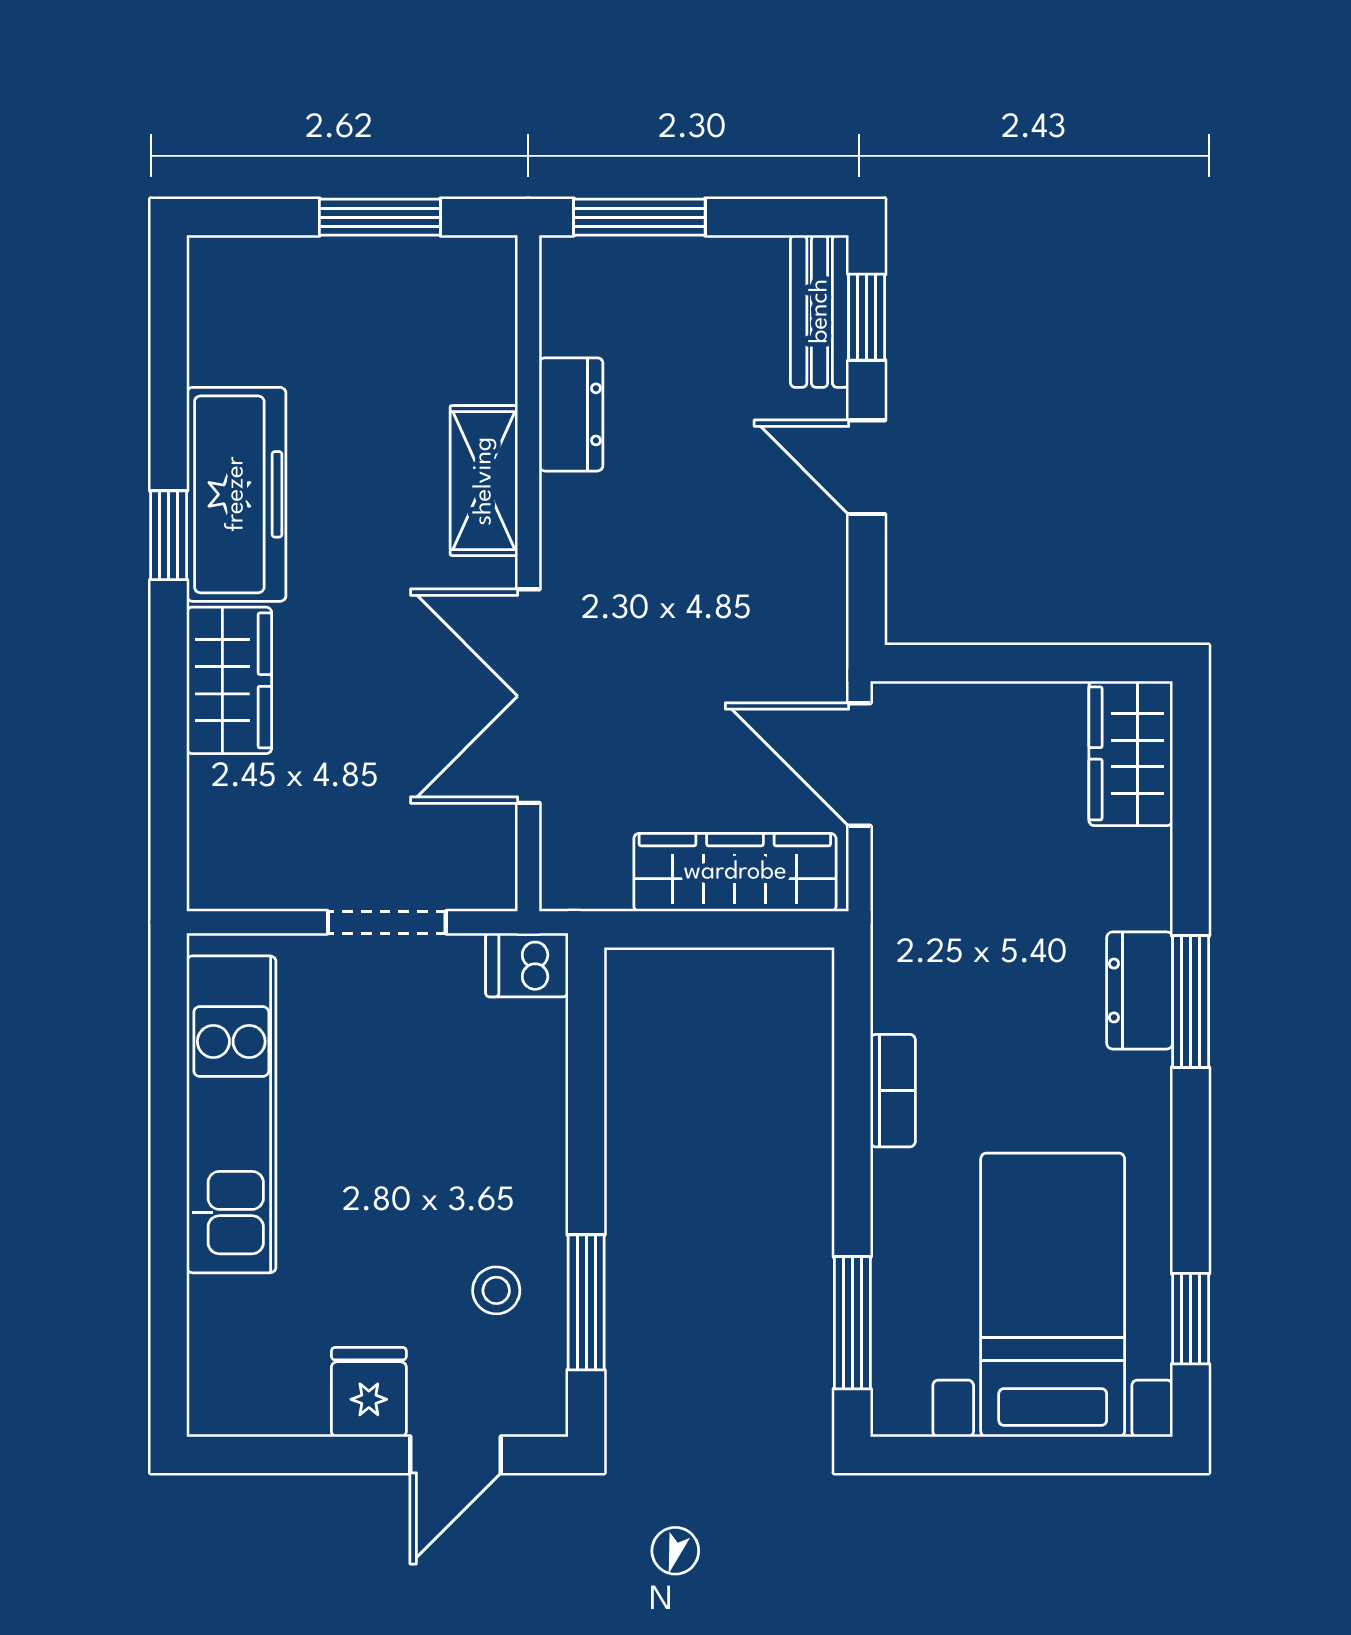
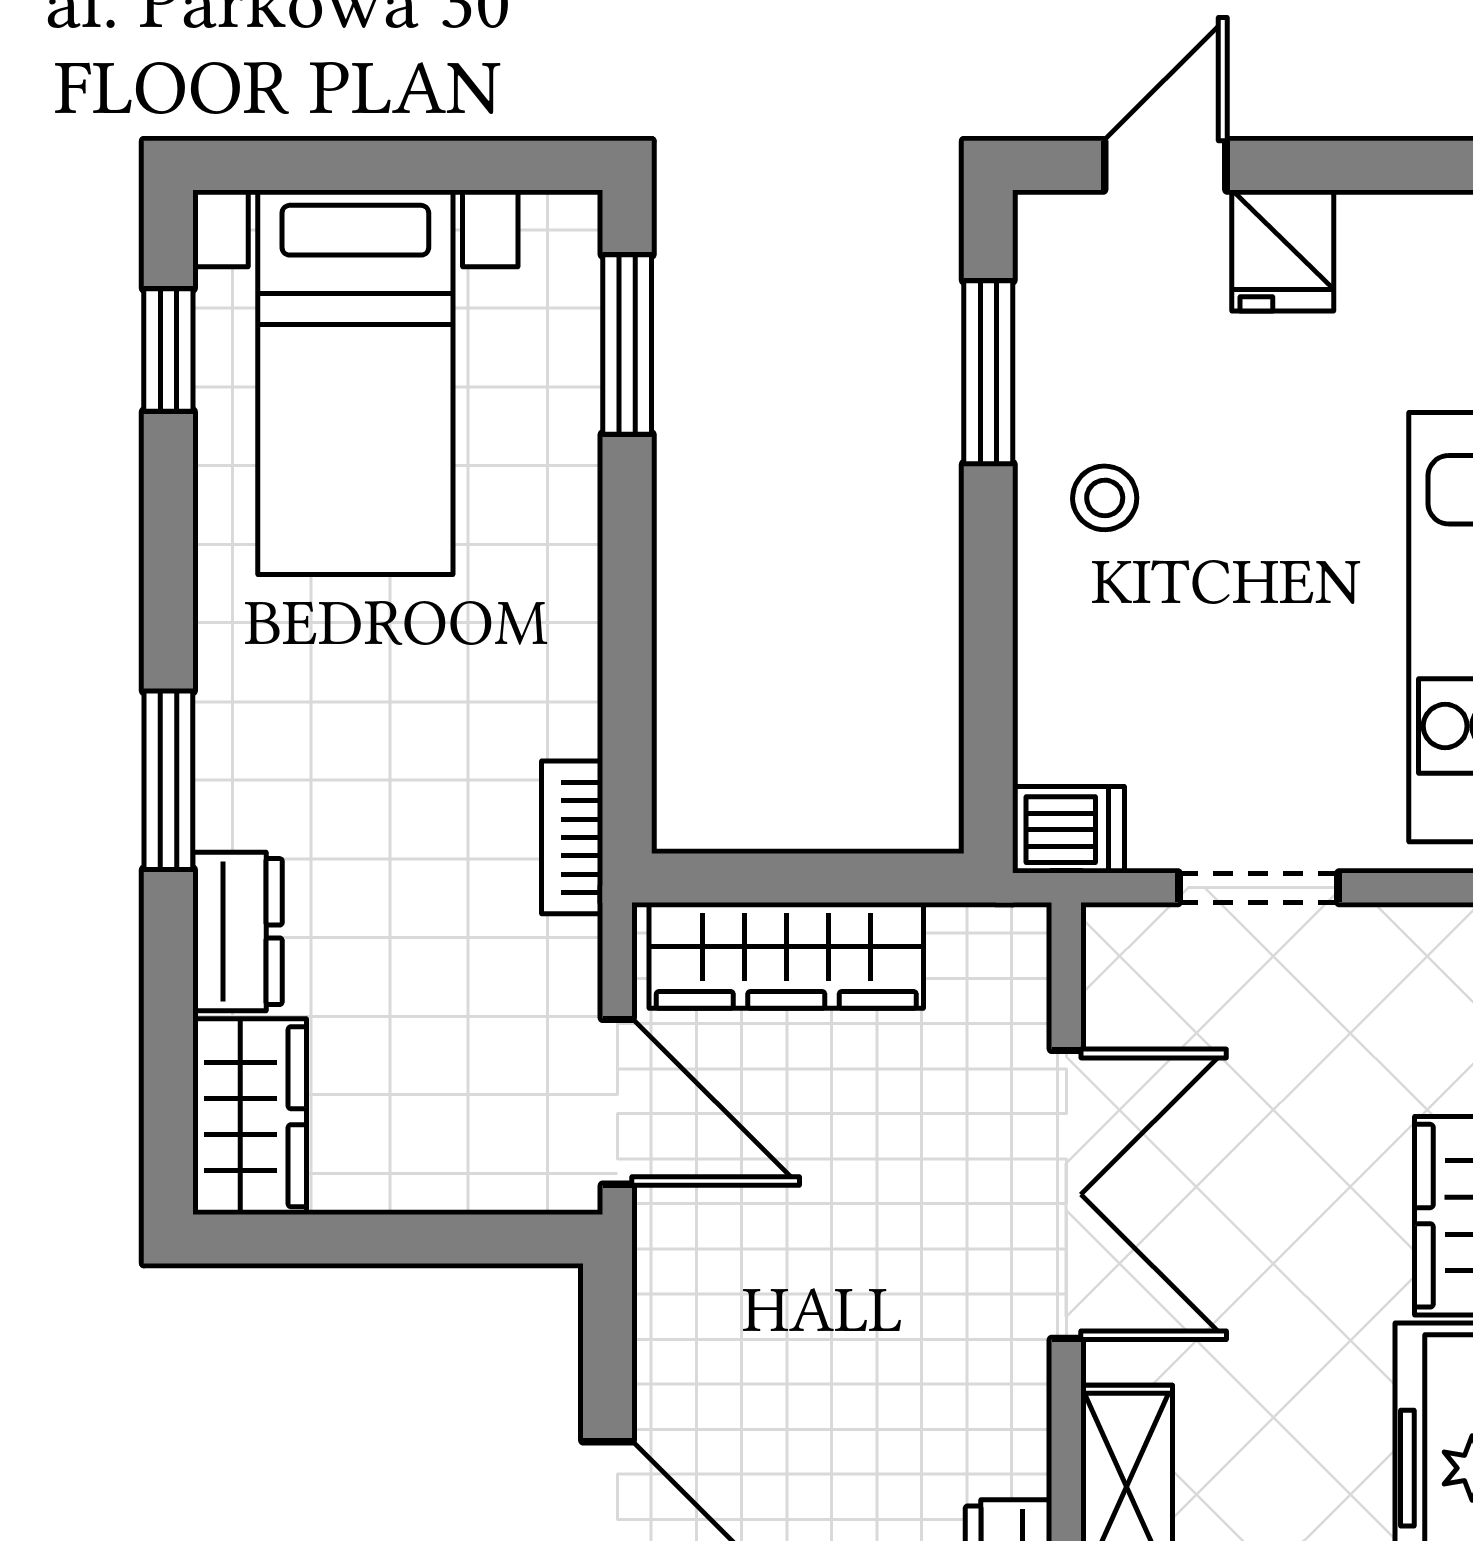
dresser: (1140, 990) -> (237, 932), moved
bookcase: (893, 1091) -> (572, 837), moved
stool: (496, 1290) -> (1105, 498), moved

